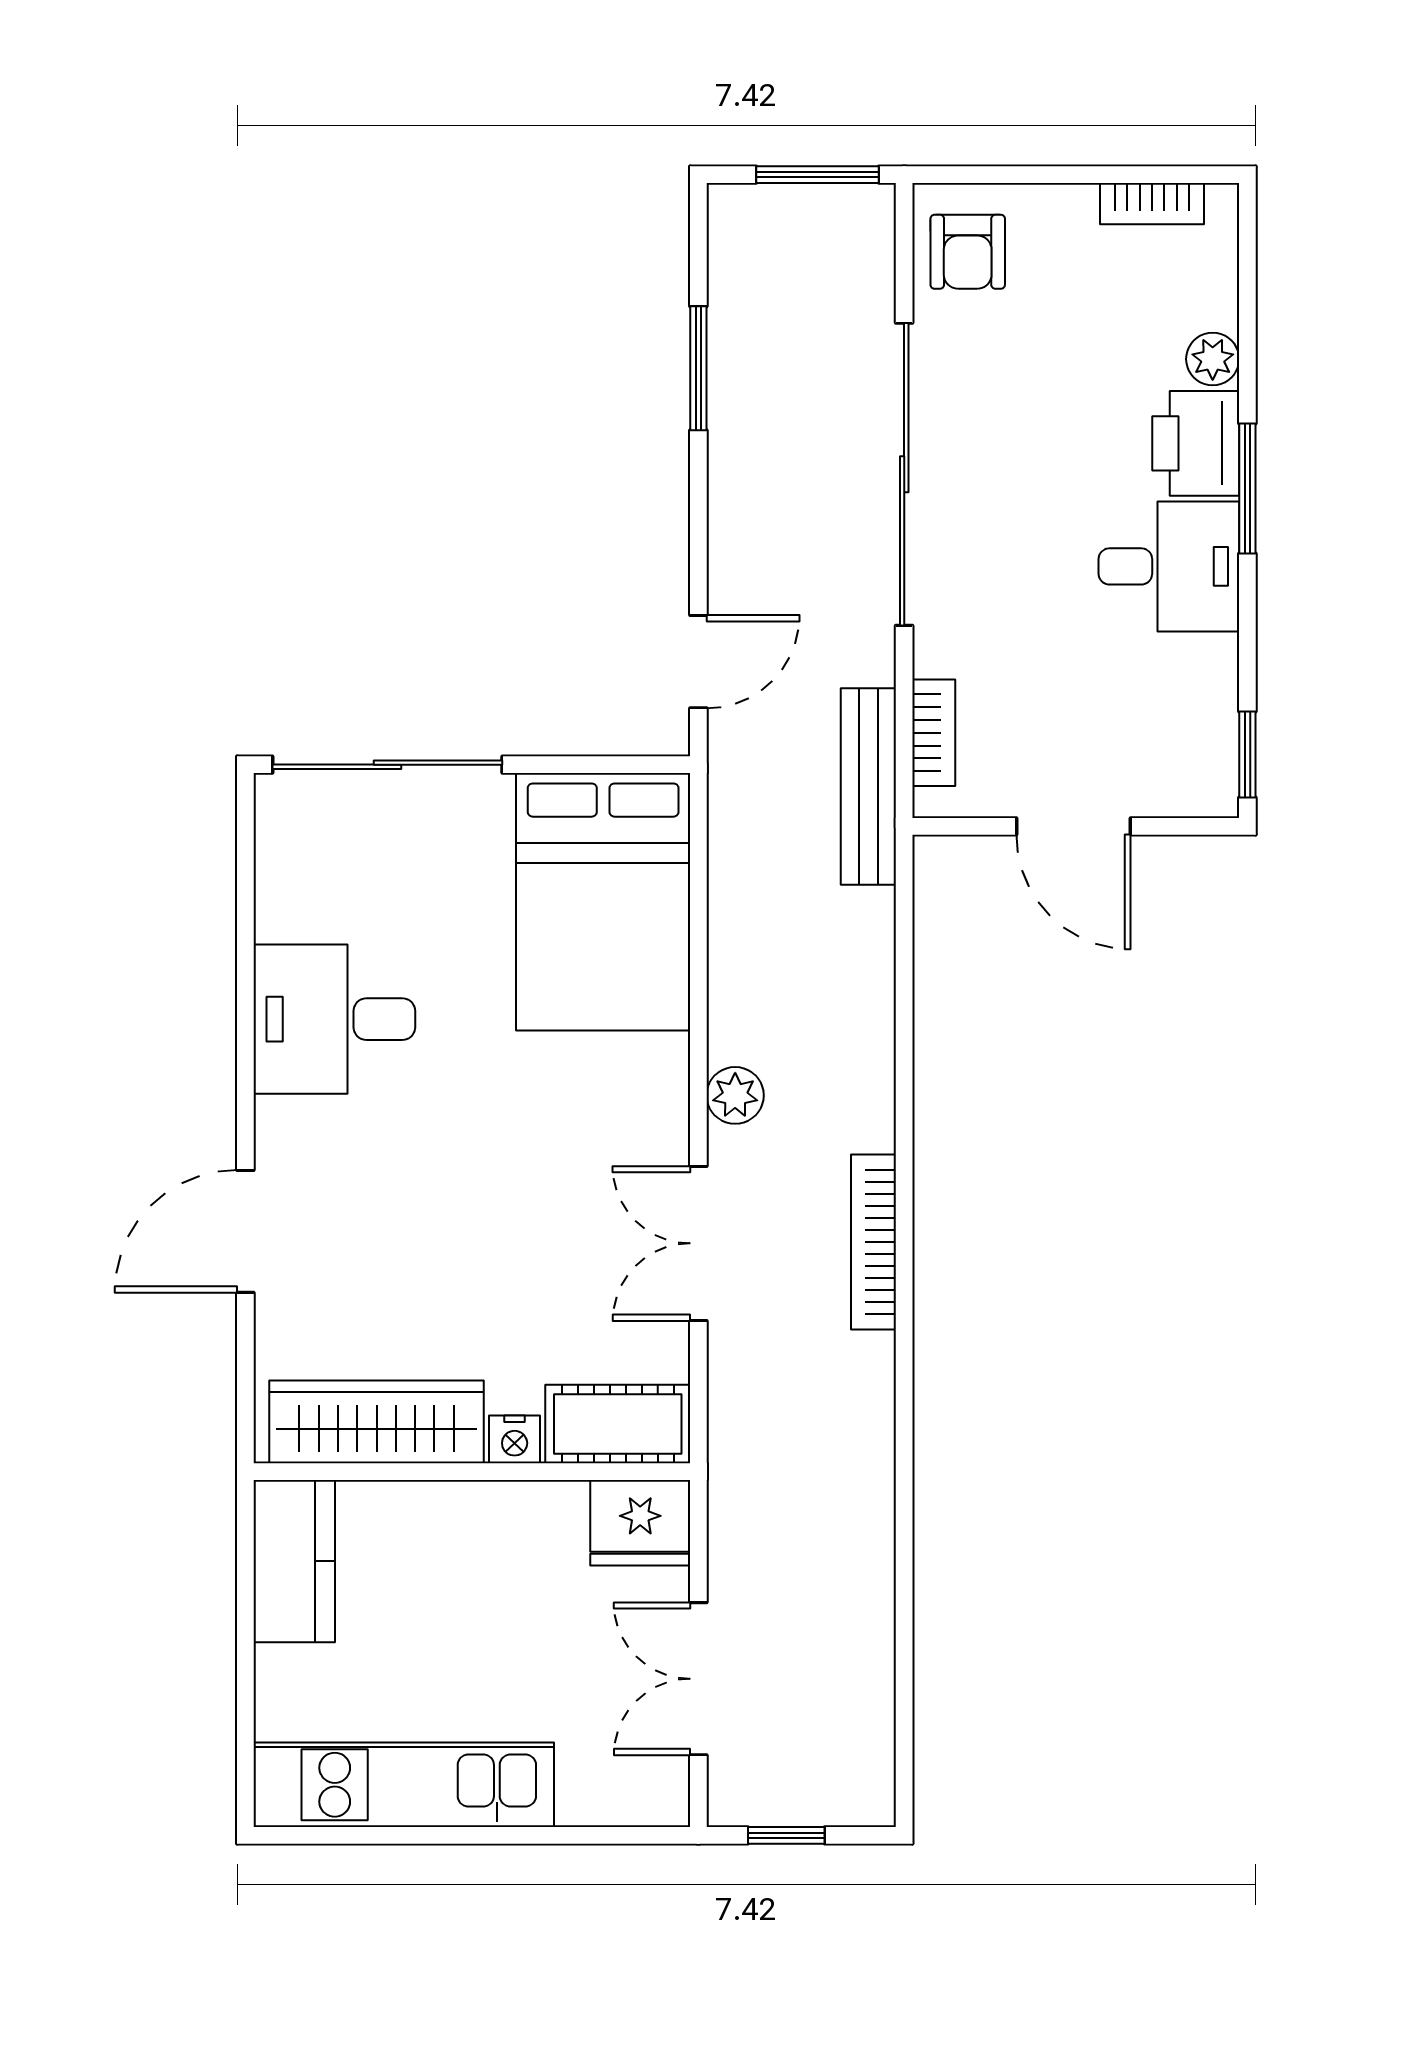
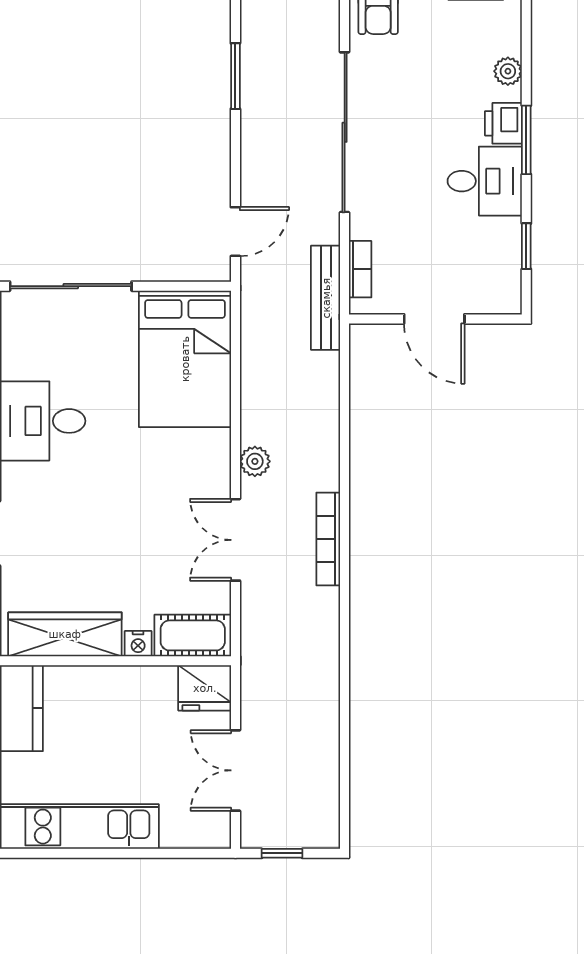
printer: (1196, 443) -> (503, 123), width x0.73, depth x0.81
window: (1247, 754) -> (526, 246), moved

